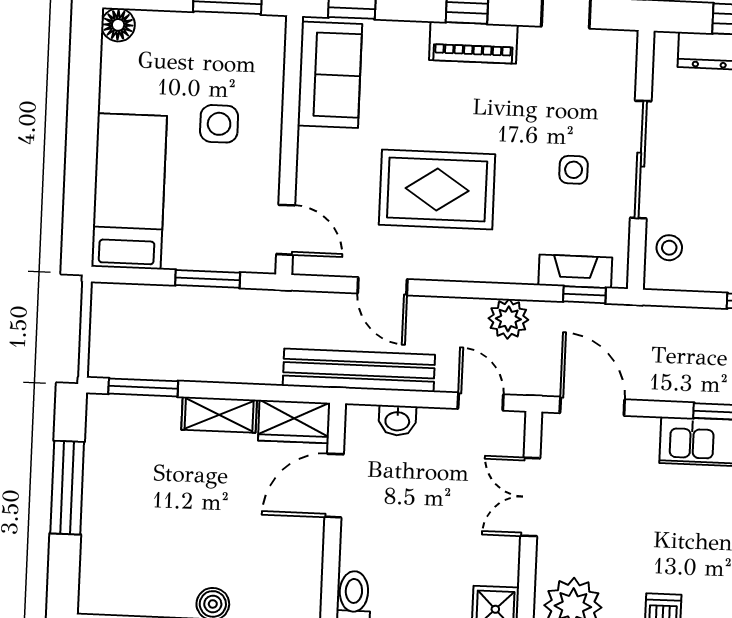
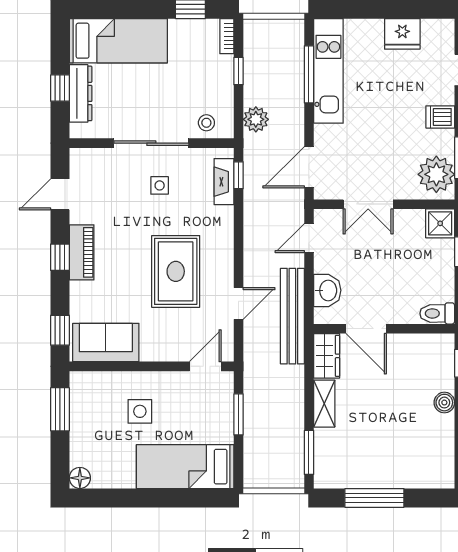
plant: (508, 319) -> (256, 119), moved
washbasin: (397, 420) -> (327, 290), width x1.38, depth x1.45

